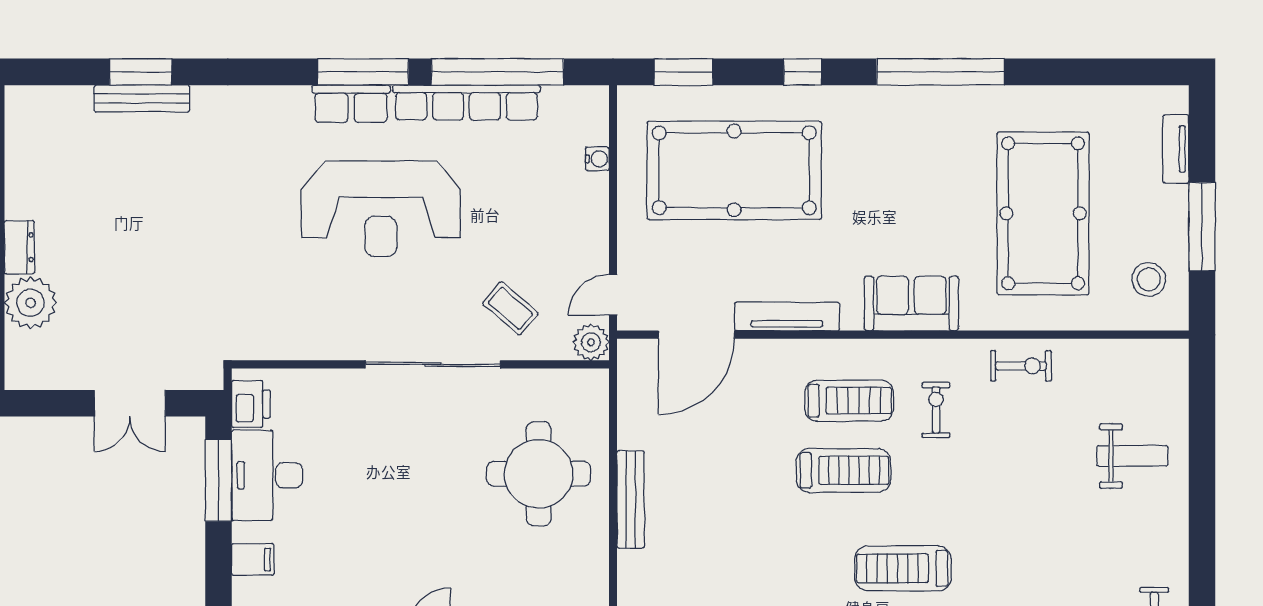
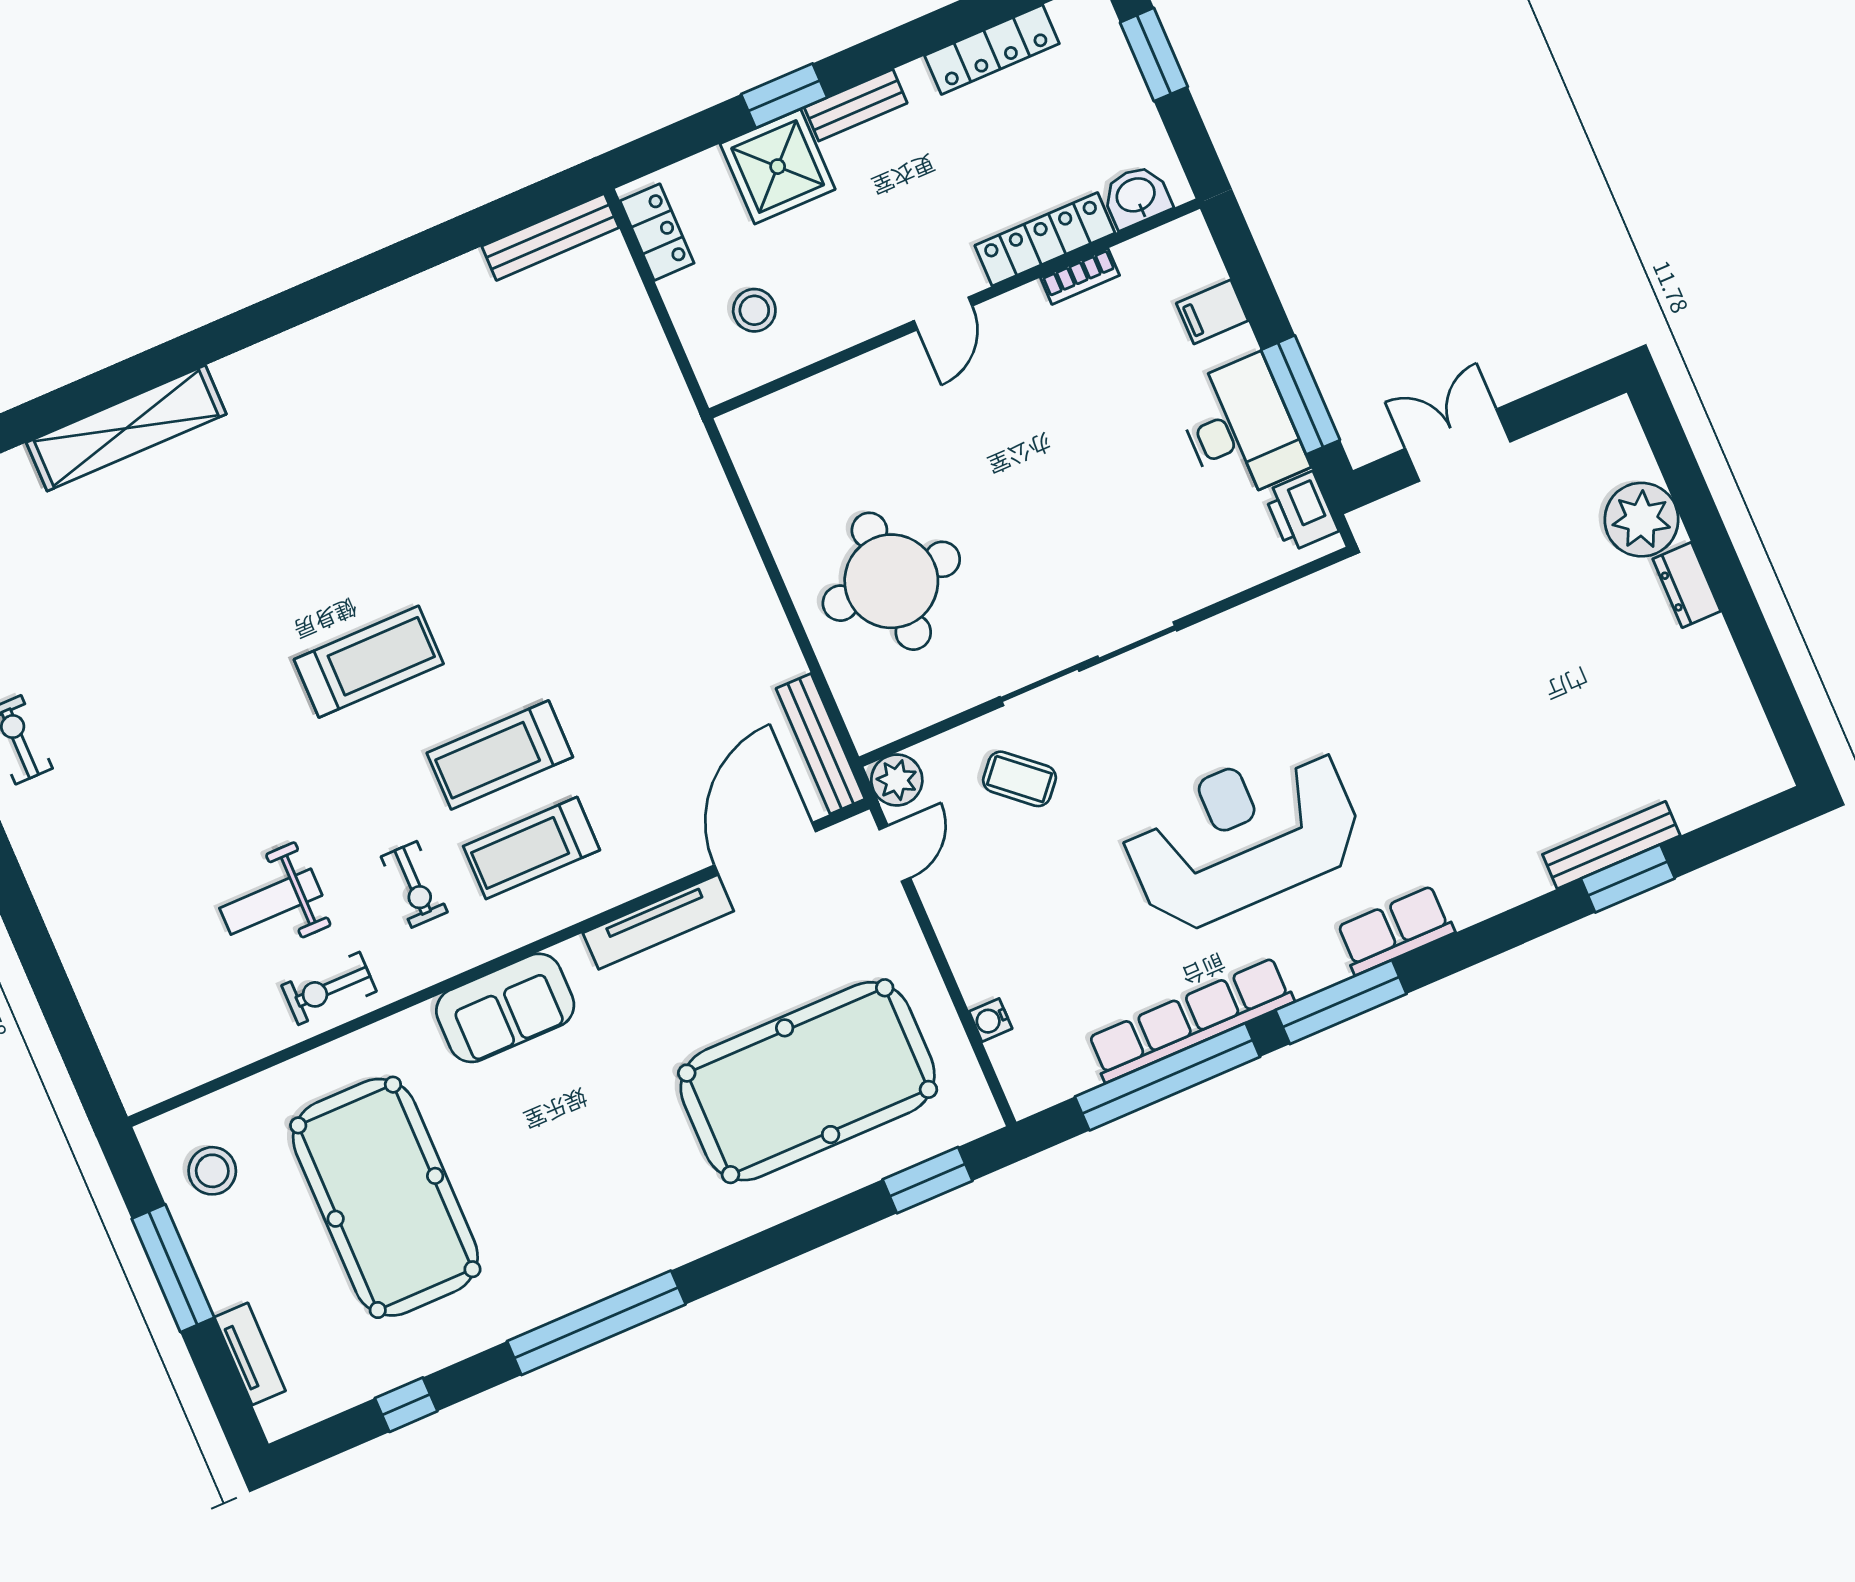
window: (803, 72) -> (406, 1405), moved
row of seats: (351, 104) -> (1395, 930), moved
weight bench: (1132, 456) -> (271, 902), moved
bench: (631, 499) -> (821, 744), moved

